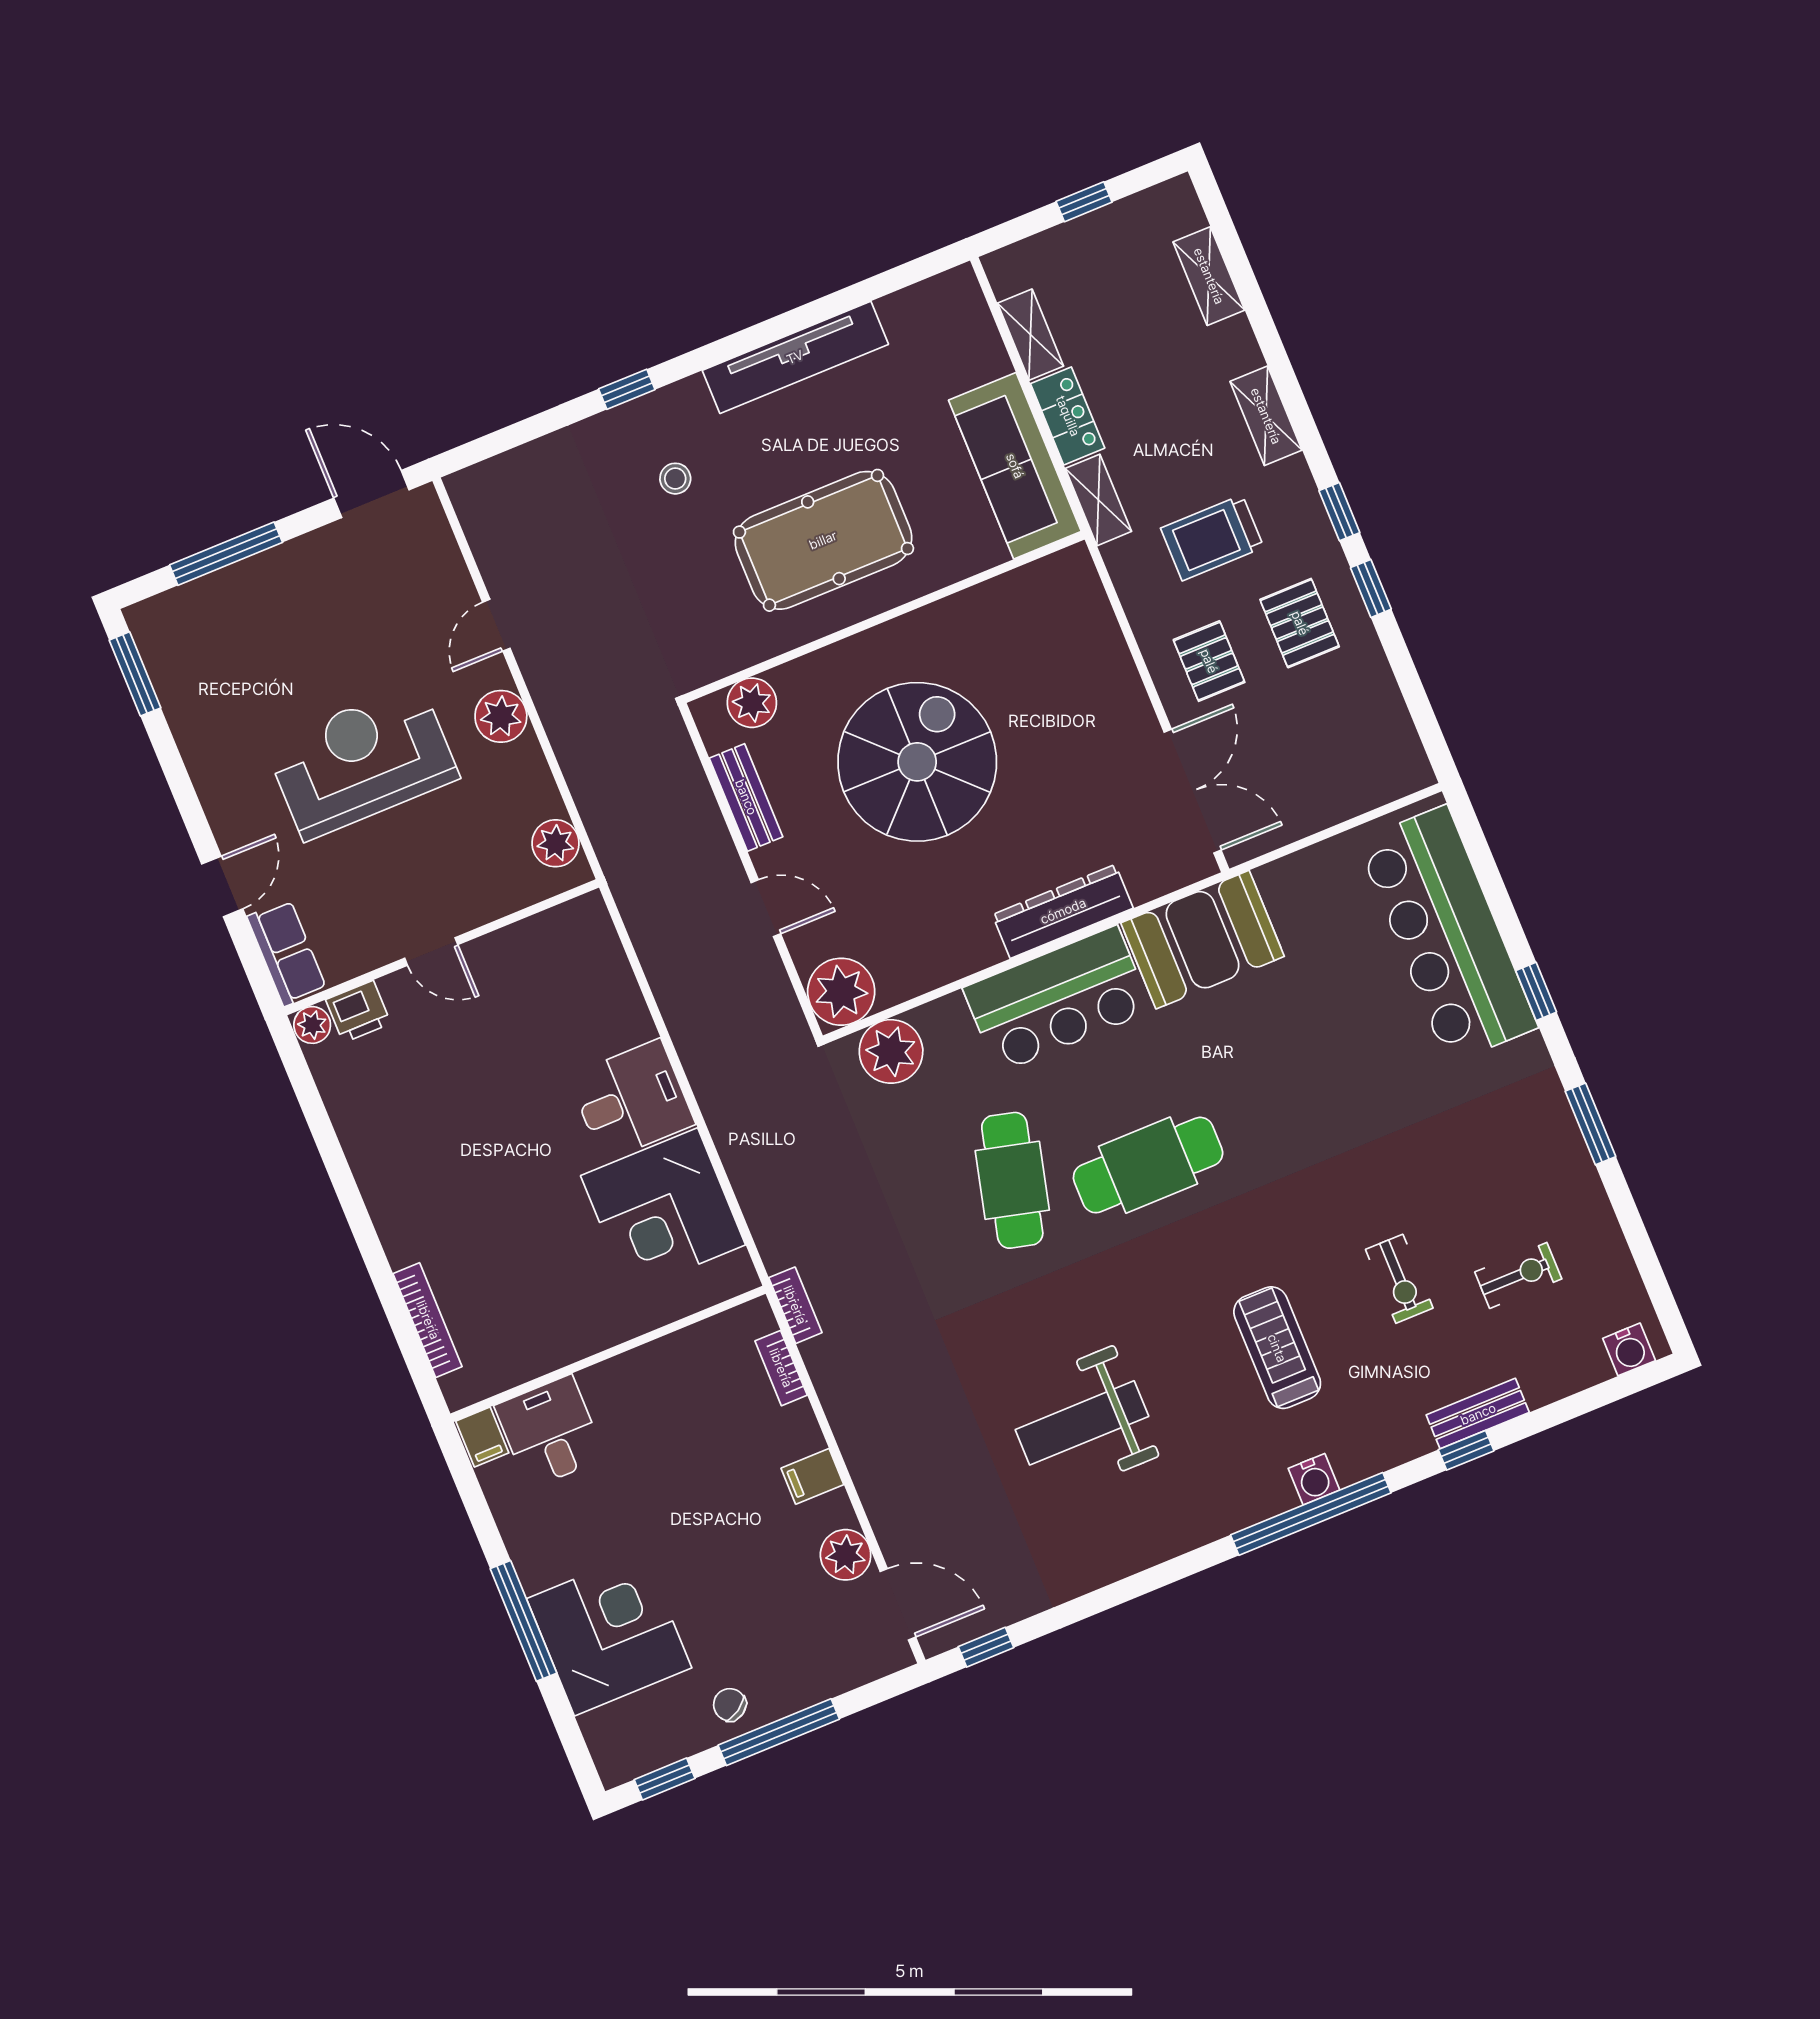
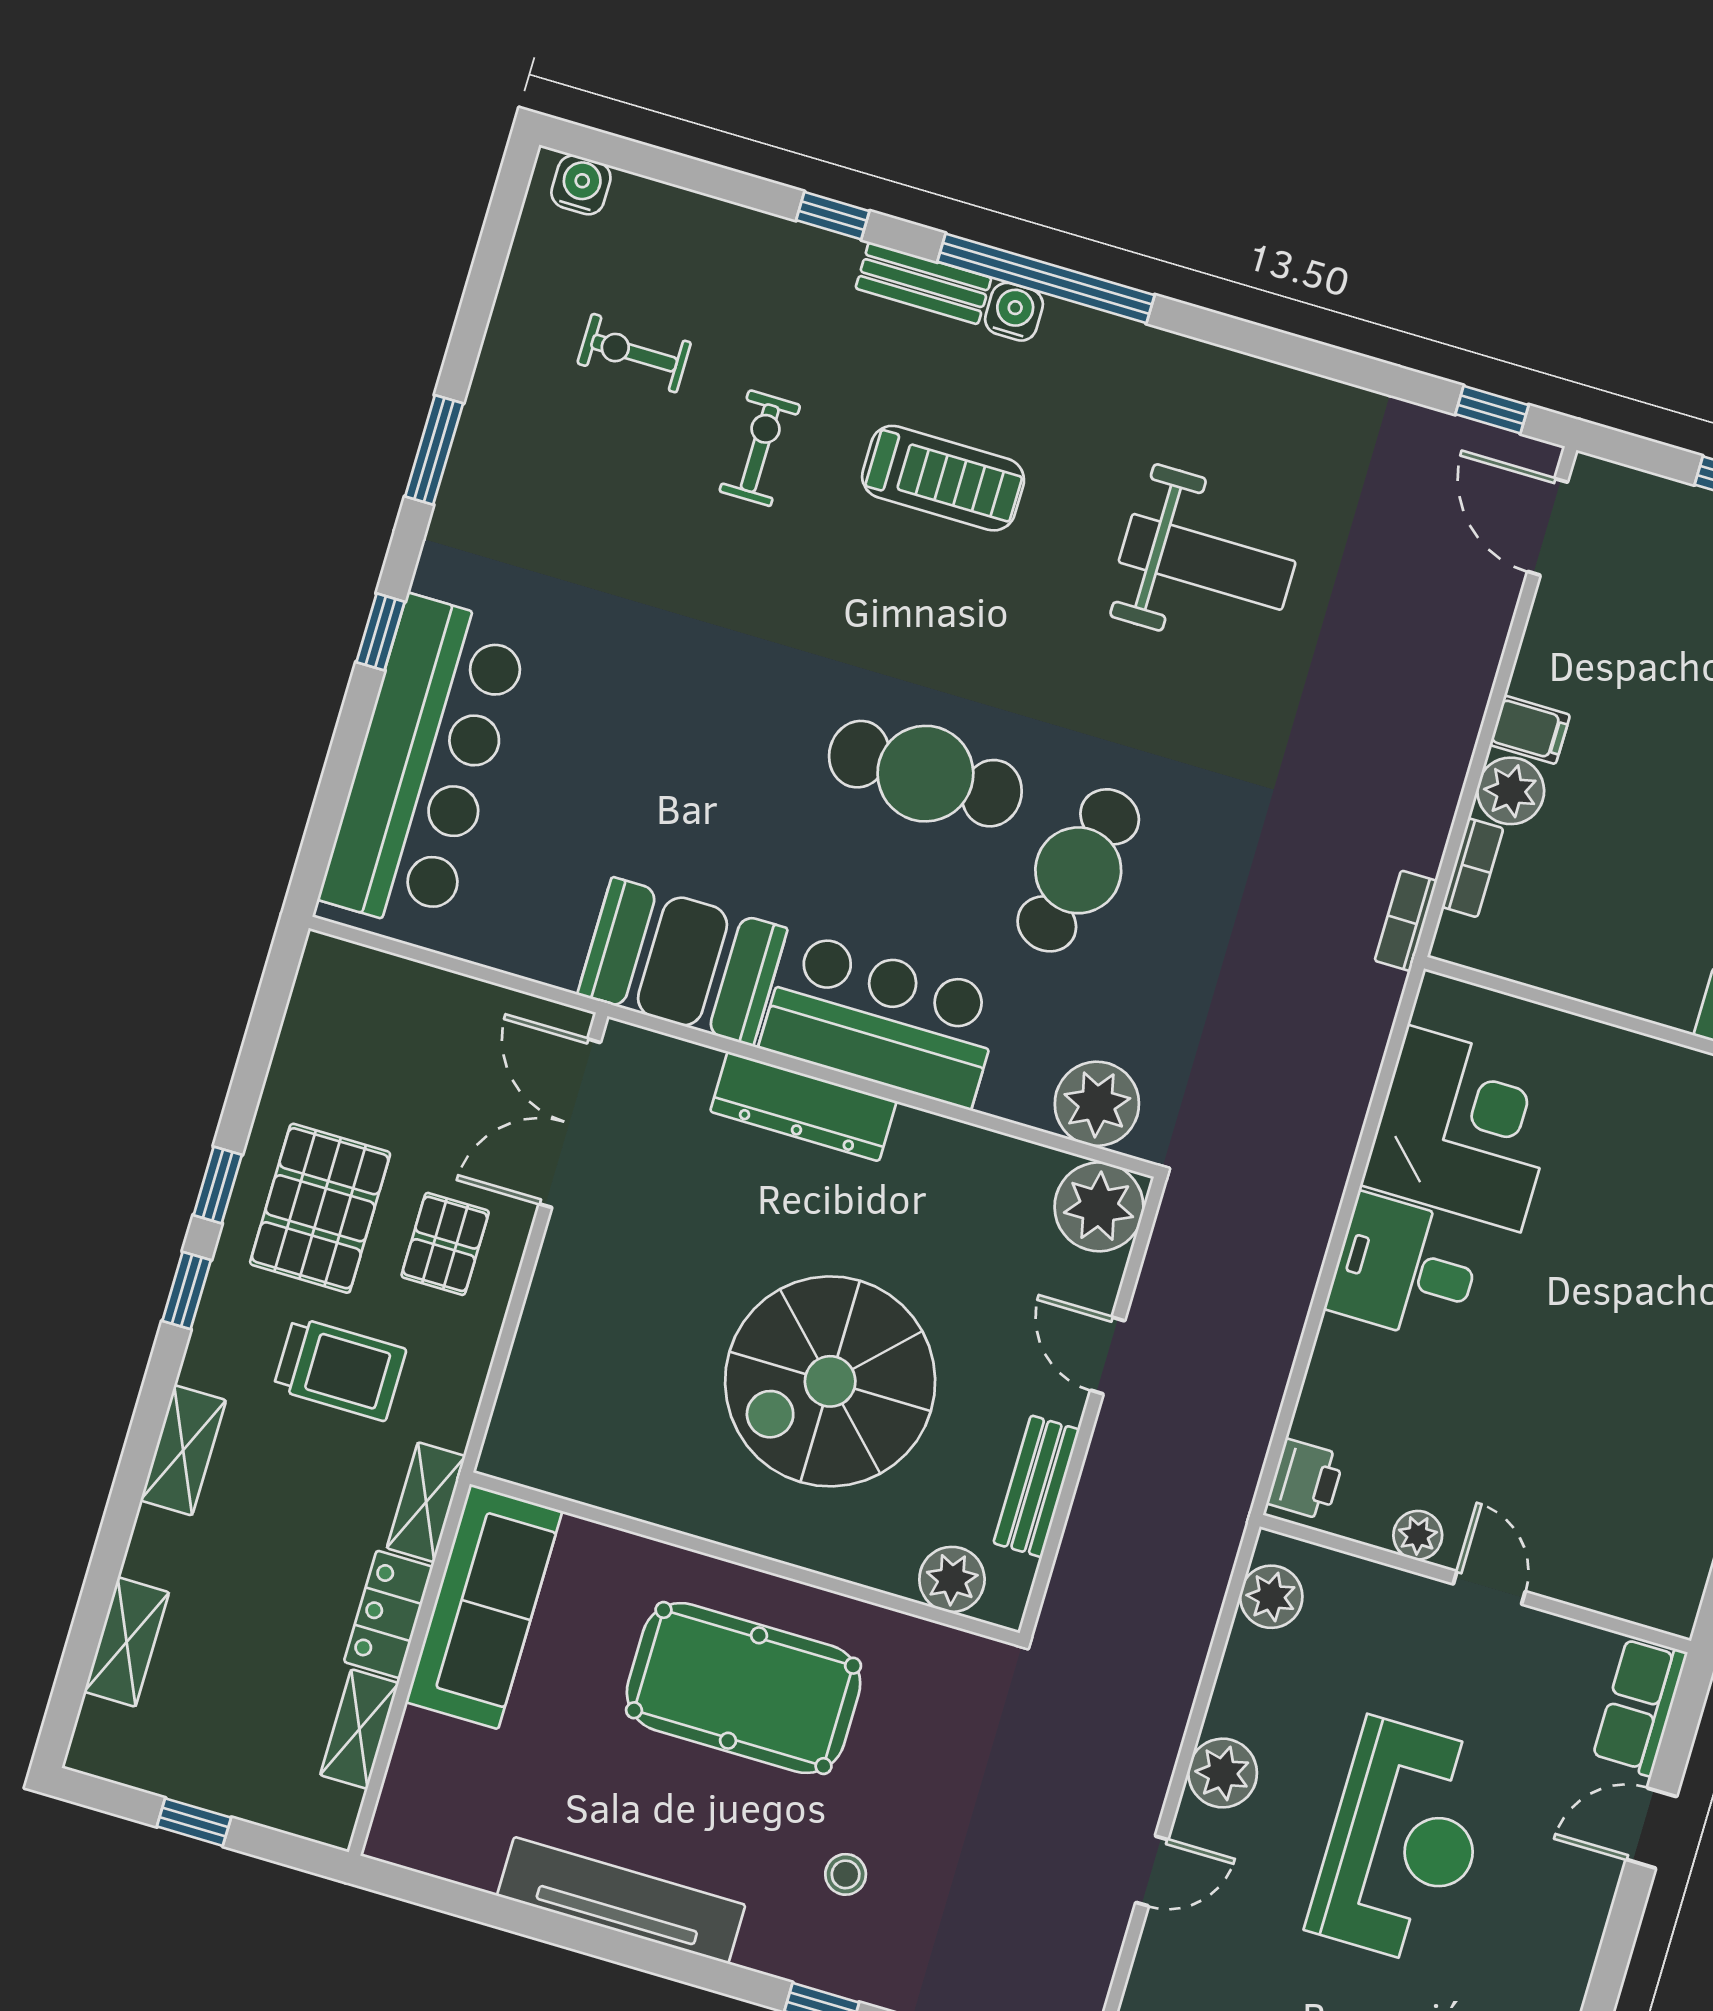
pallet: (1300, 623) -> (320, 1208), width x1.50, depth x1.42
reception desk: (362, 761) -> (1403, 1842), turned -90
printer: (358, 1012) -> (1306, 1479), moved, turned 90
plant: (312, 1025) -> (1418, 1535), moved
treadmill: (1277, 1348) -> (943, 478), turned -90
bench: (1478, 1414) -> (923, 283), moved
plant: (846, 1555) -> (1511, 791), moved

